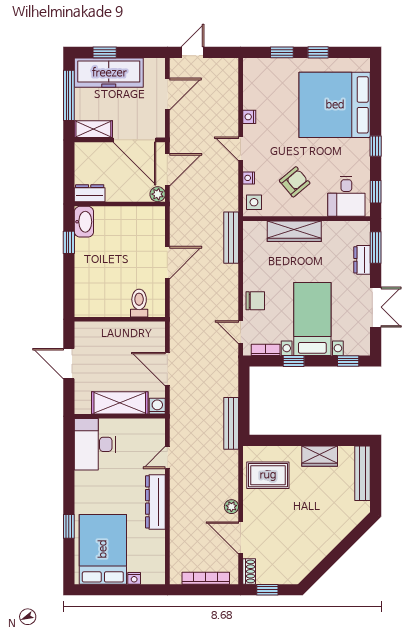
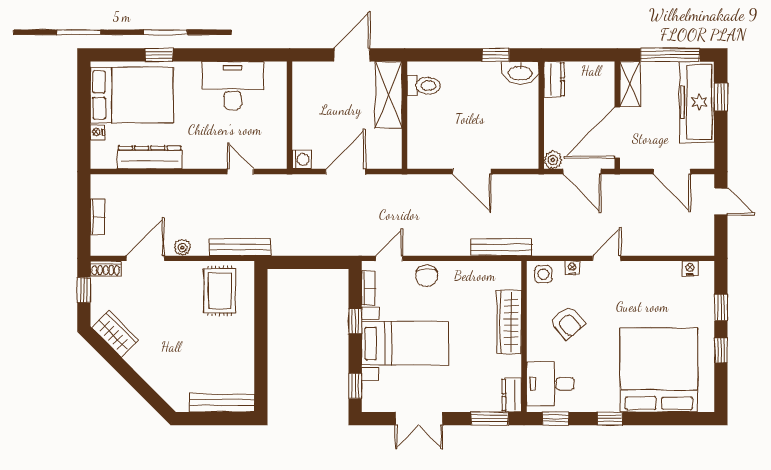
nightstand: (249, 117) -> (690, 269), moved
dresser: (362, 260) -> (512, 395), moved, turned -90
toilet: (139, 303) -> (424, 86), moved
shelving: (120, 403) -> (389, 95), moved
bench: (231, 423) -> (240, 247), moved
desk: (95, 444) -> (233, 85), moved
wardrobe: (320, 456) -> (115, 334), moved, turned 135
dresser: (155, 502) -> (150, 157), moved
bookcase: (206, 578) -> (98, 217), width x0.64

